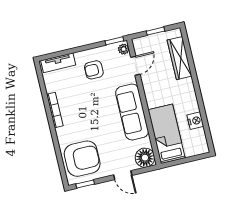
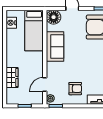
wardrobe: (180, 58) -> (12, 78), width x0.67
sofa: (132, 112) -> (55, 47), width x0.73
nightstand: (195, 121) -> (11, 23), moved

